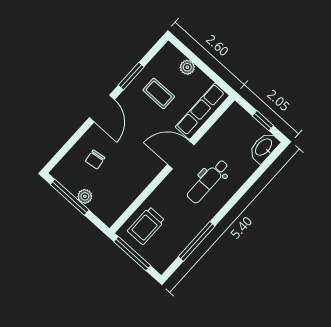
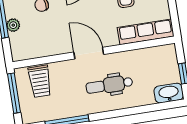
door: (181, 155) -> (89, 53), moved
trolley: (146, 226) -> (40, 81), turned -90

